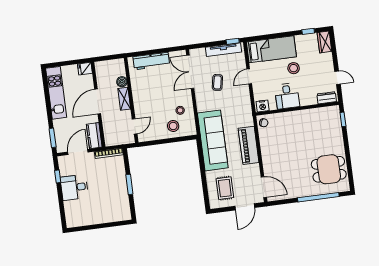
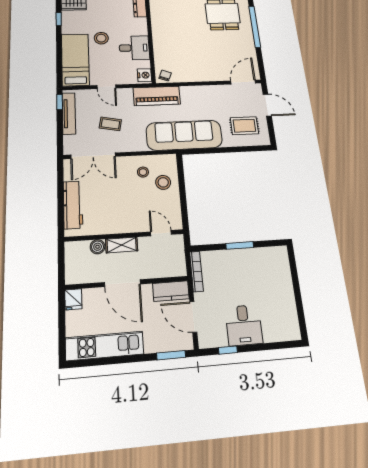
piano: (249, 145) -> (157, 96), moved

